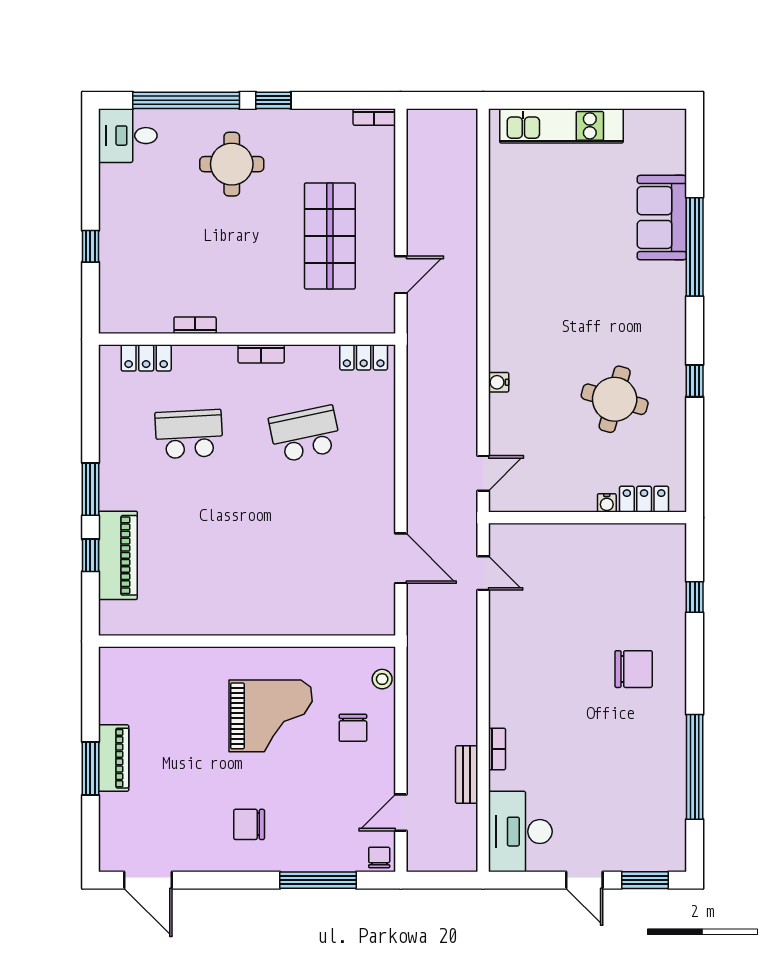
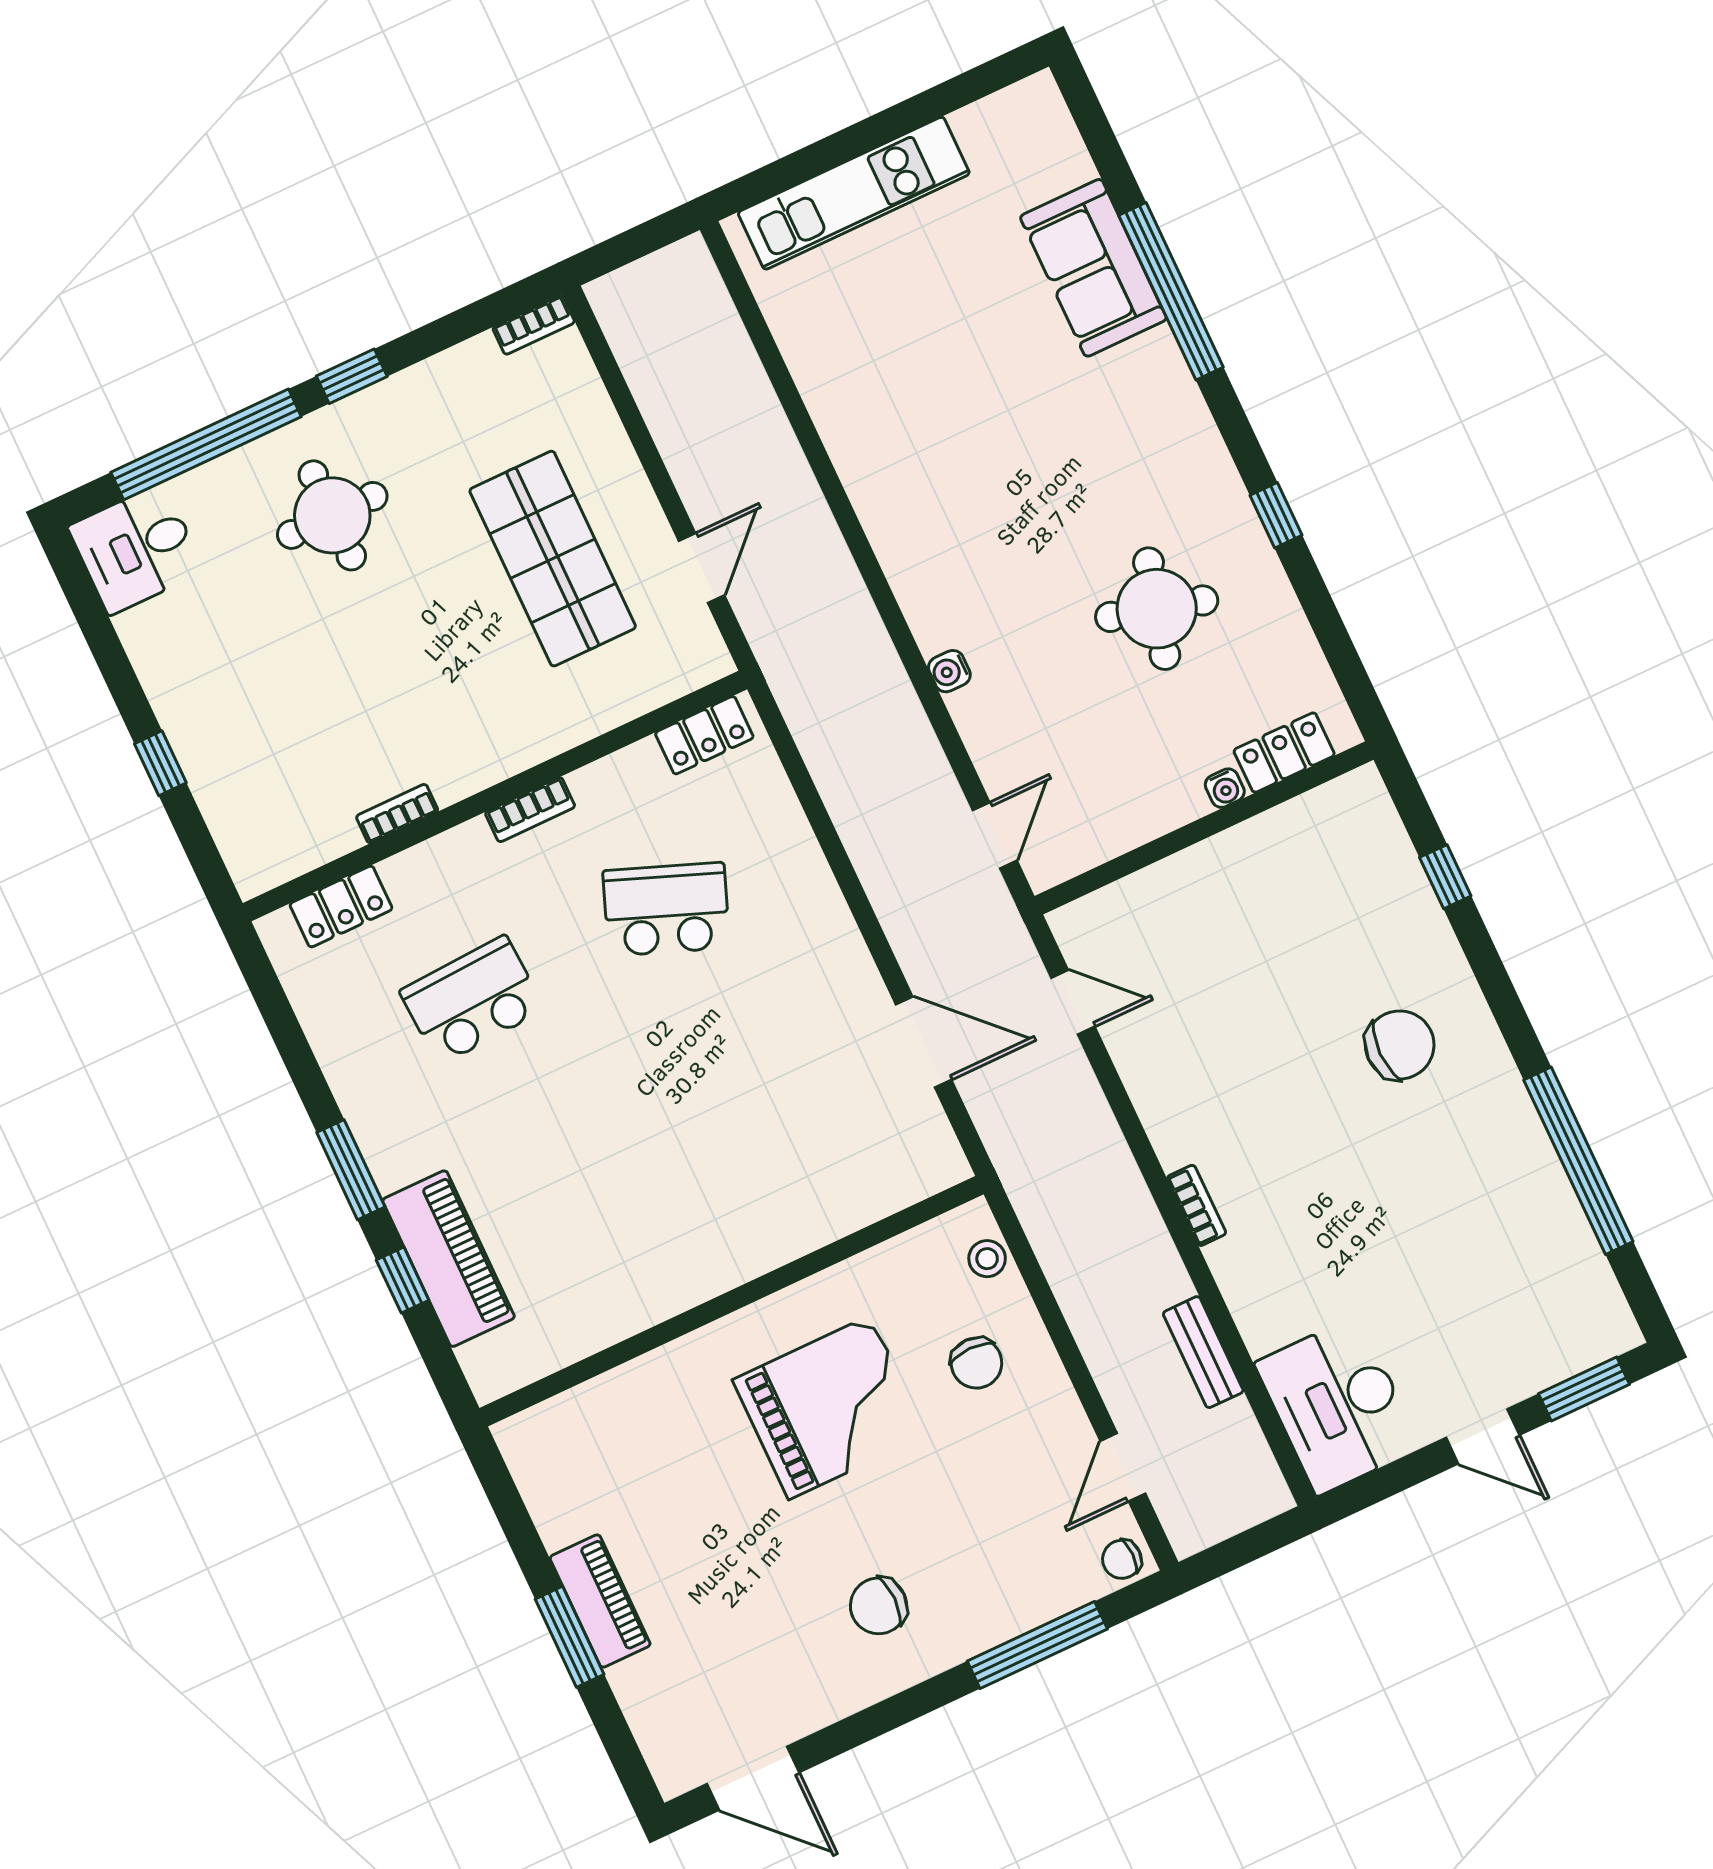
school desk: (305, 434) -> (666, 909), turned 33
bookcase: (497, 749) -> (1196, 1205), moved
chair: (379, 857) -> (1122, 1559), turned -90

